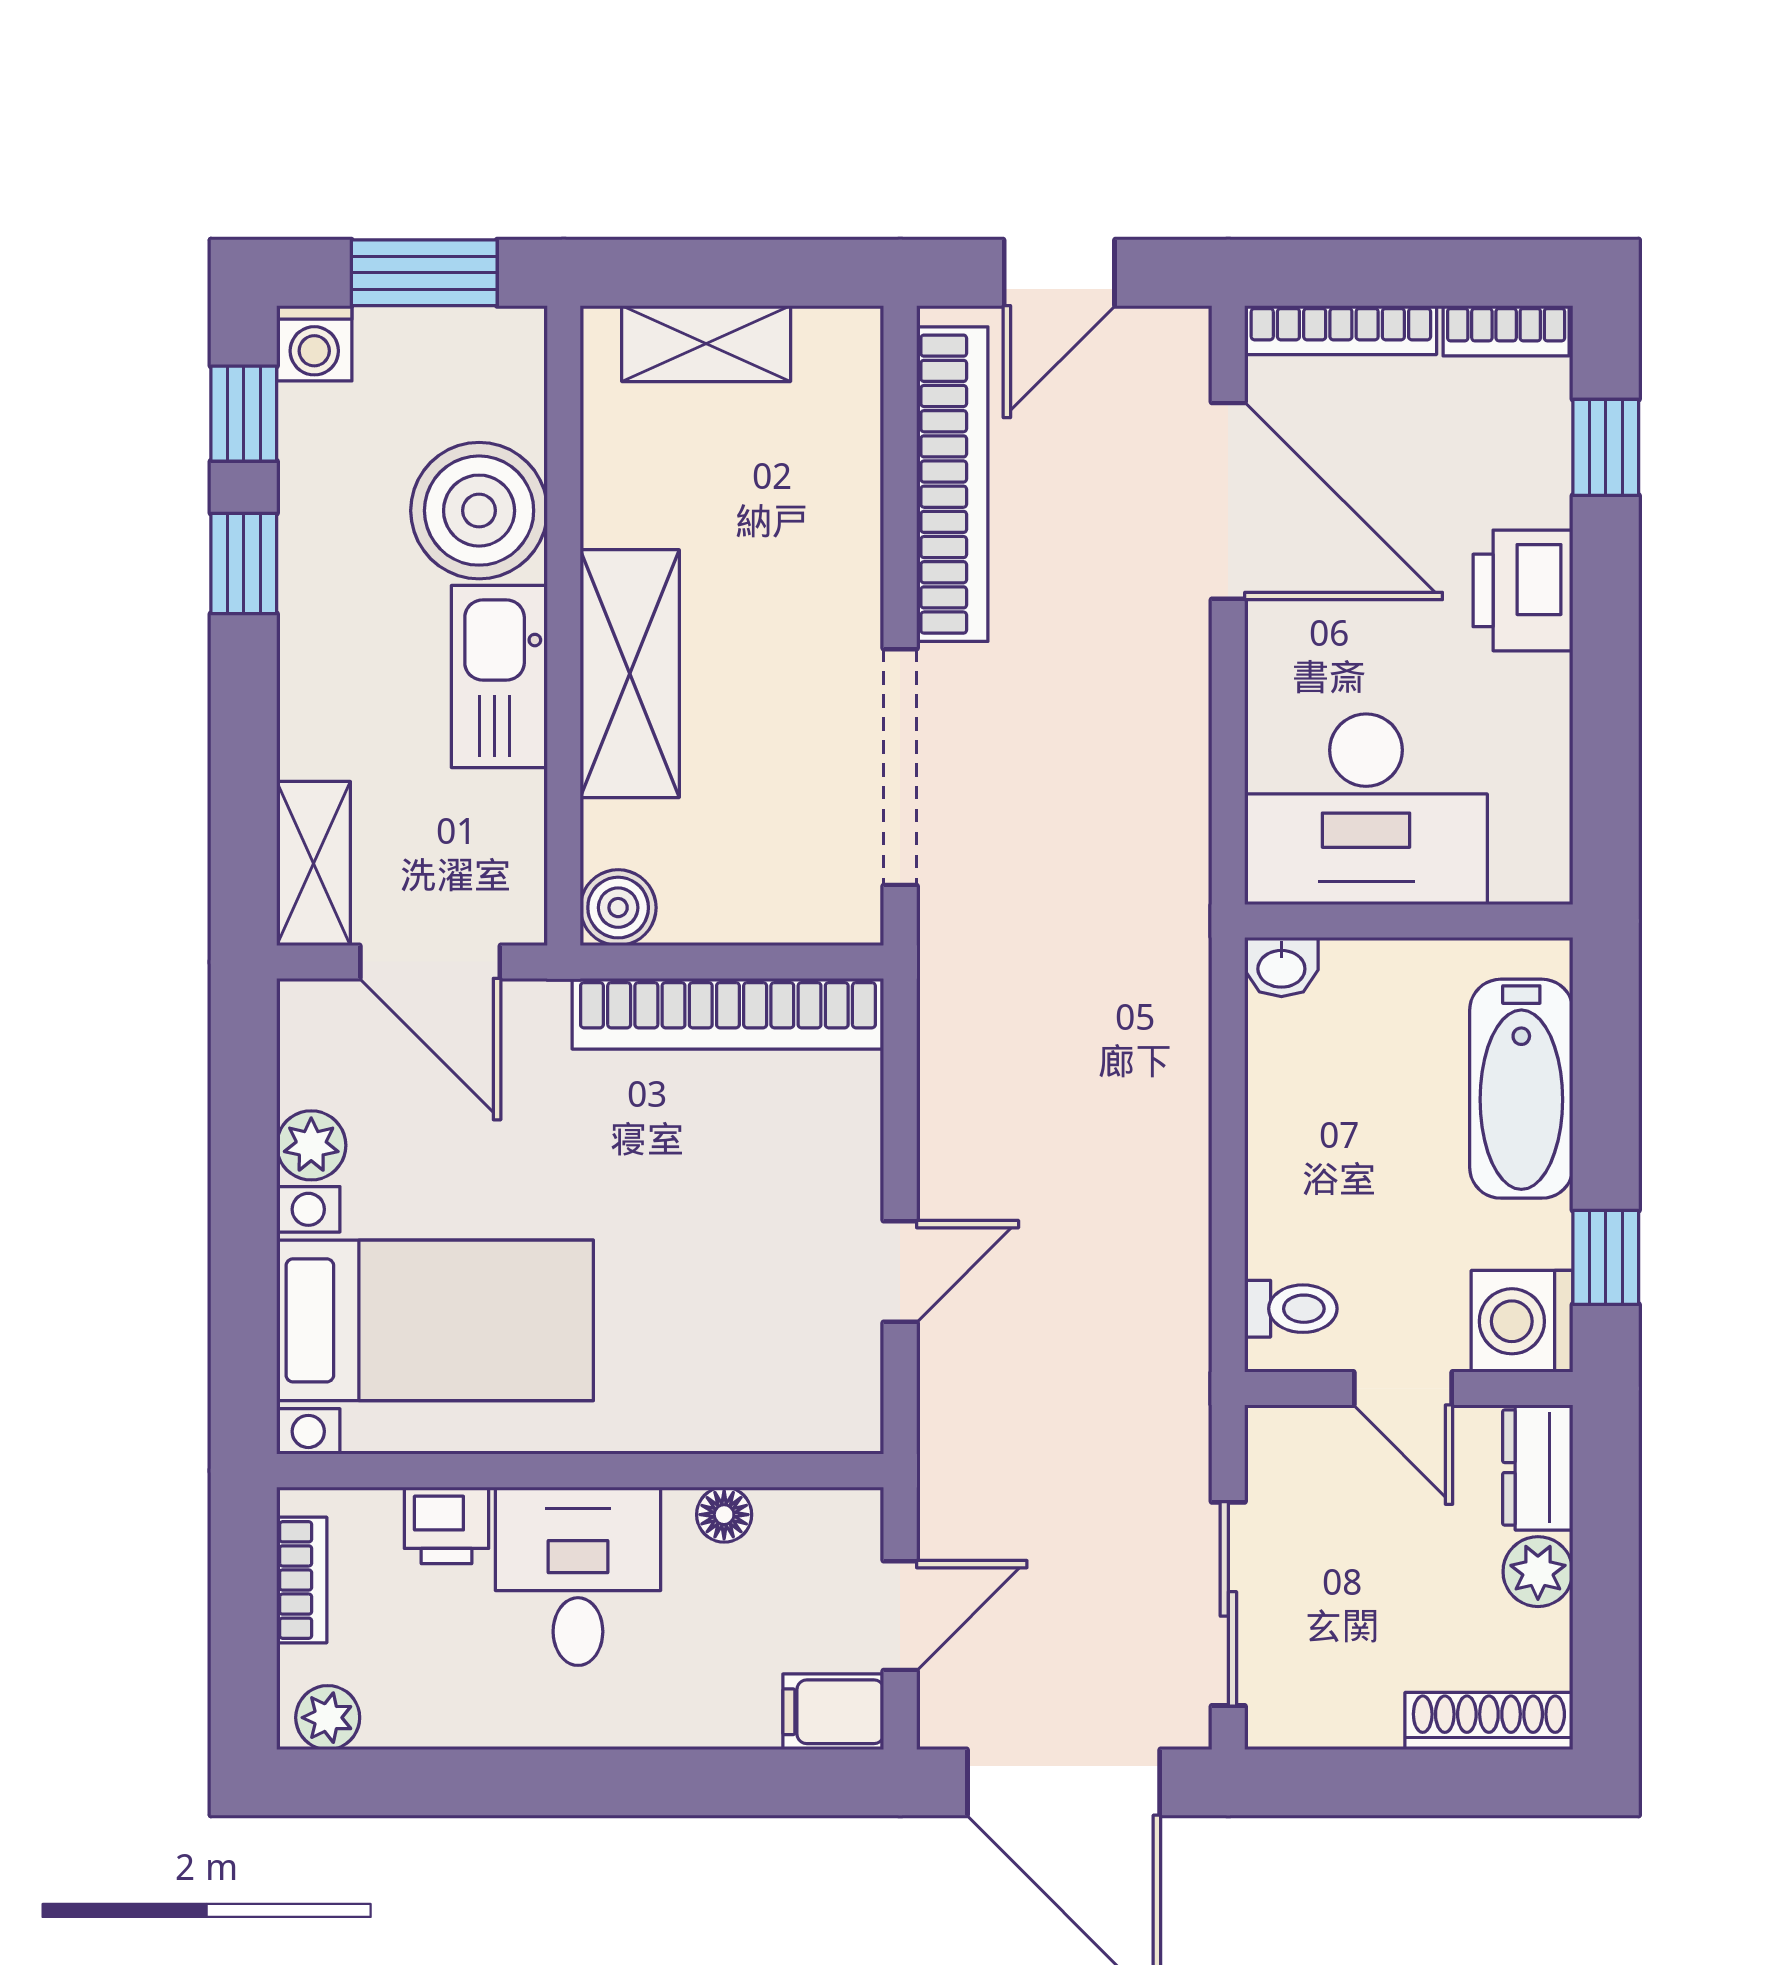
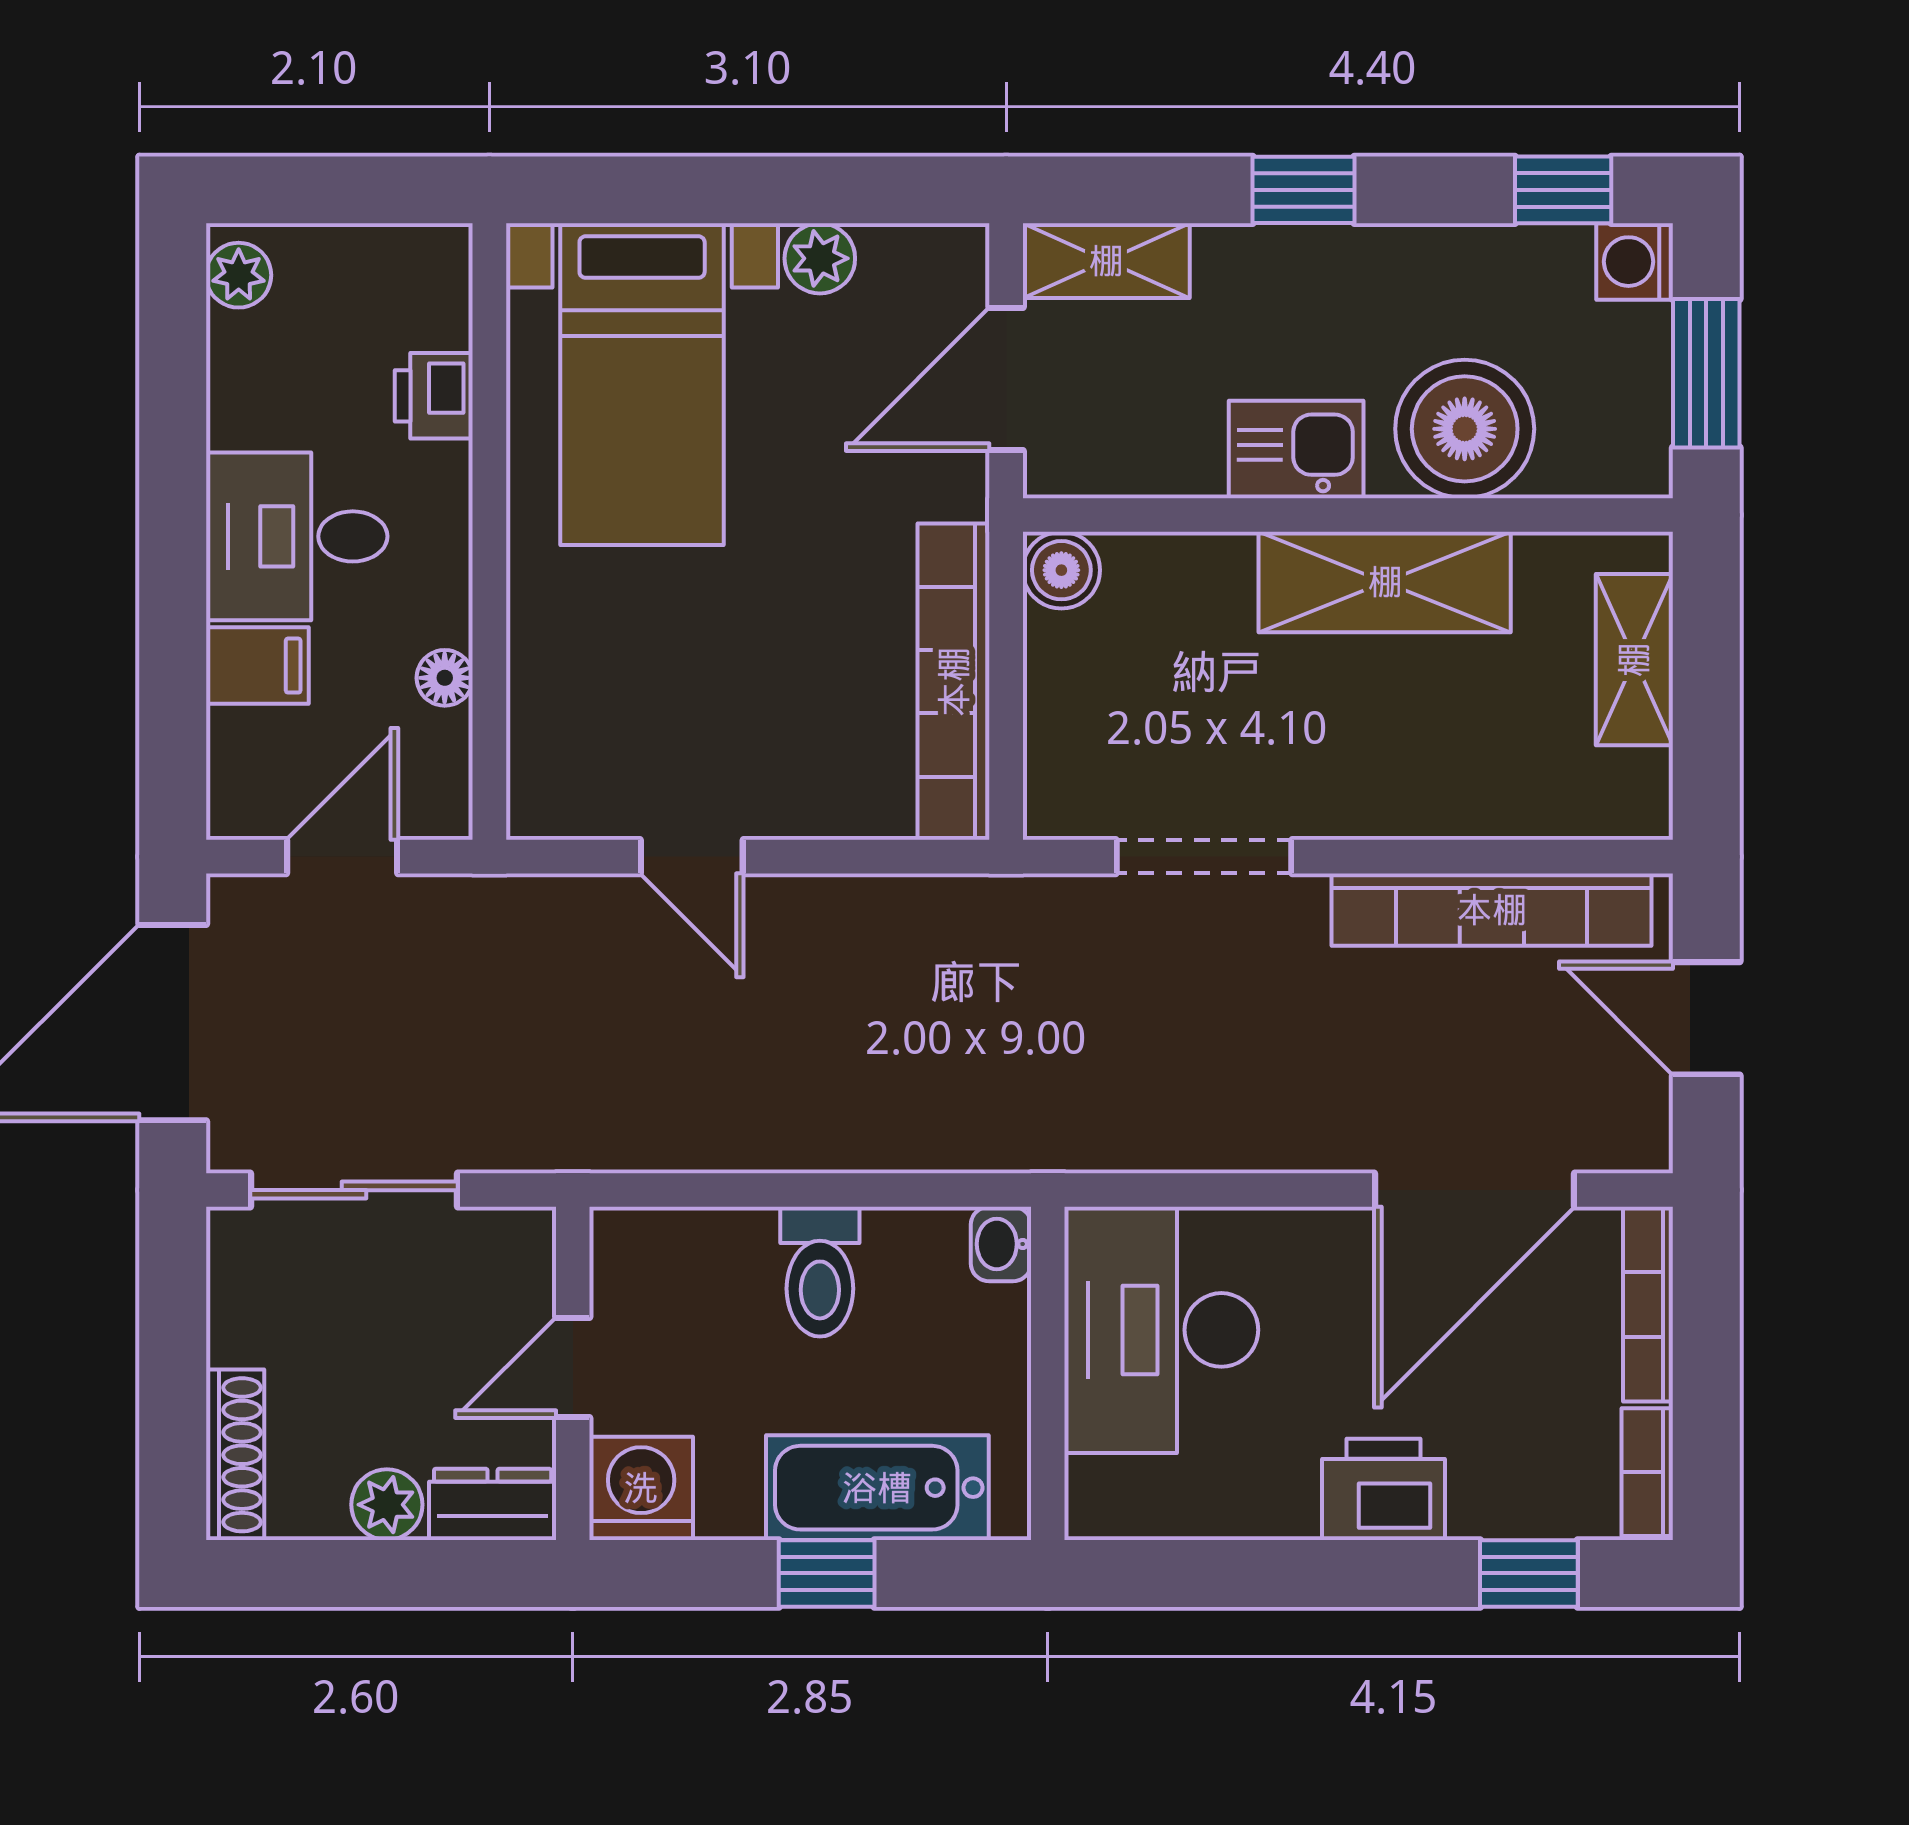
window: (244, 563) -> (1303, 190), moved
shelving: (630, 674) -> (1385, 582), moved
kitchen sink: (499, 676) -> (1296, 450), width x0.73
doorway: (900, 767) -> (1204, 857), width x0.73
window: (1606, 1257) -> (827, 1573), moved
toilet: (1291, 1309) -> (820, 1272), moved, width x1.37, depth x1.39
desk: (578, 1576) -> (297, 536), moved, turned 180
bookcase: (302, 1580) -> (378, 249), removed
door: (900, 1616) -> (342, 857), swing flipped
filing cabinet: (833, 1712) -> (257, 666), moved, turned 90

